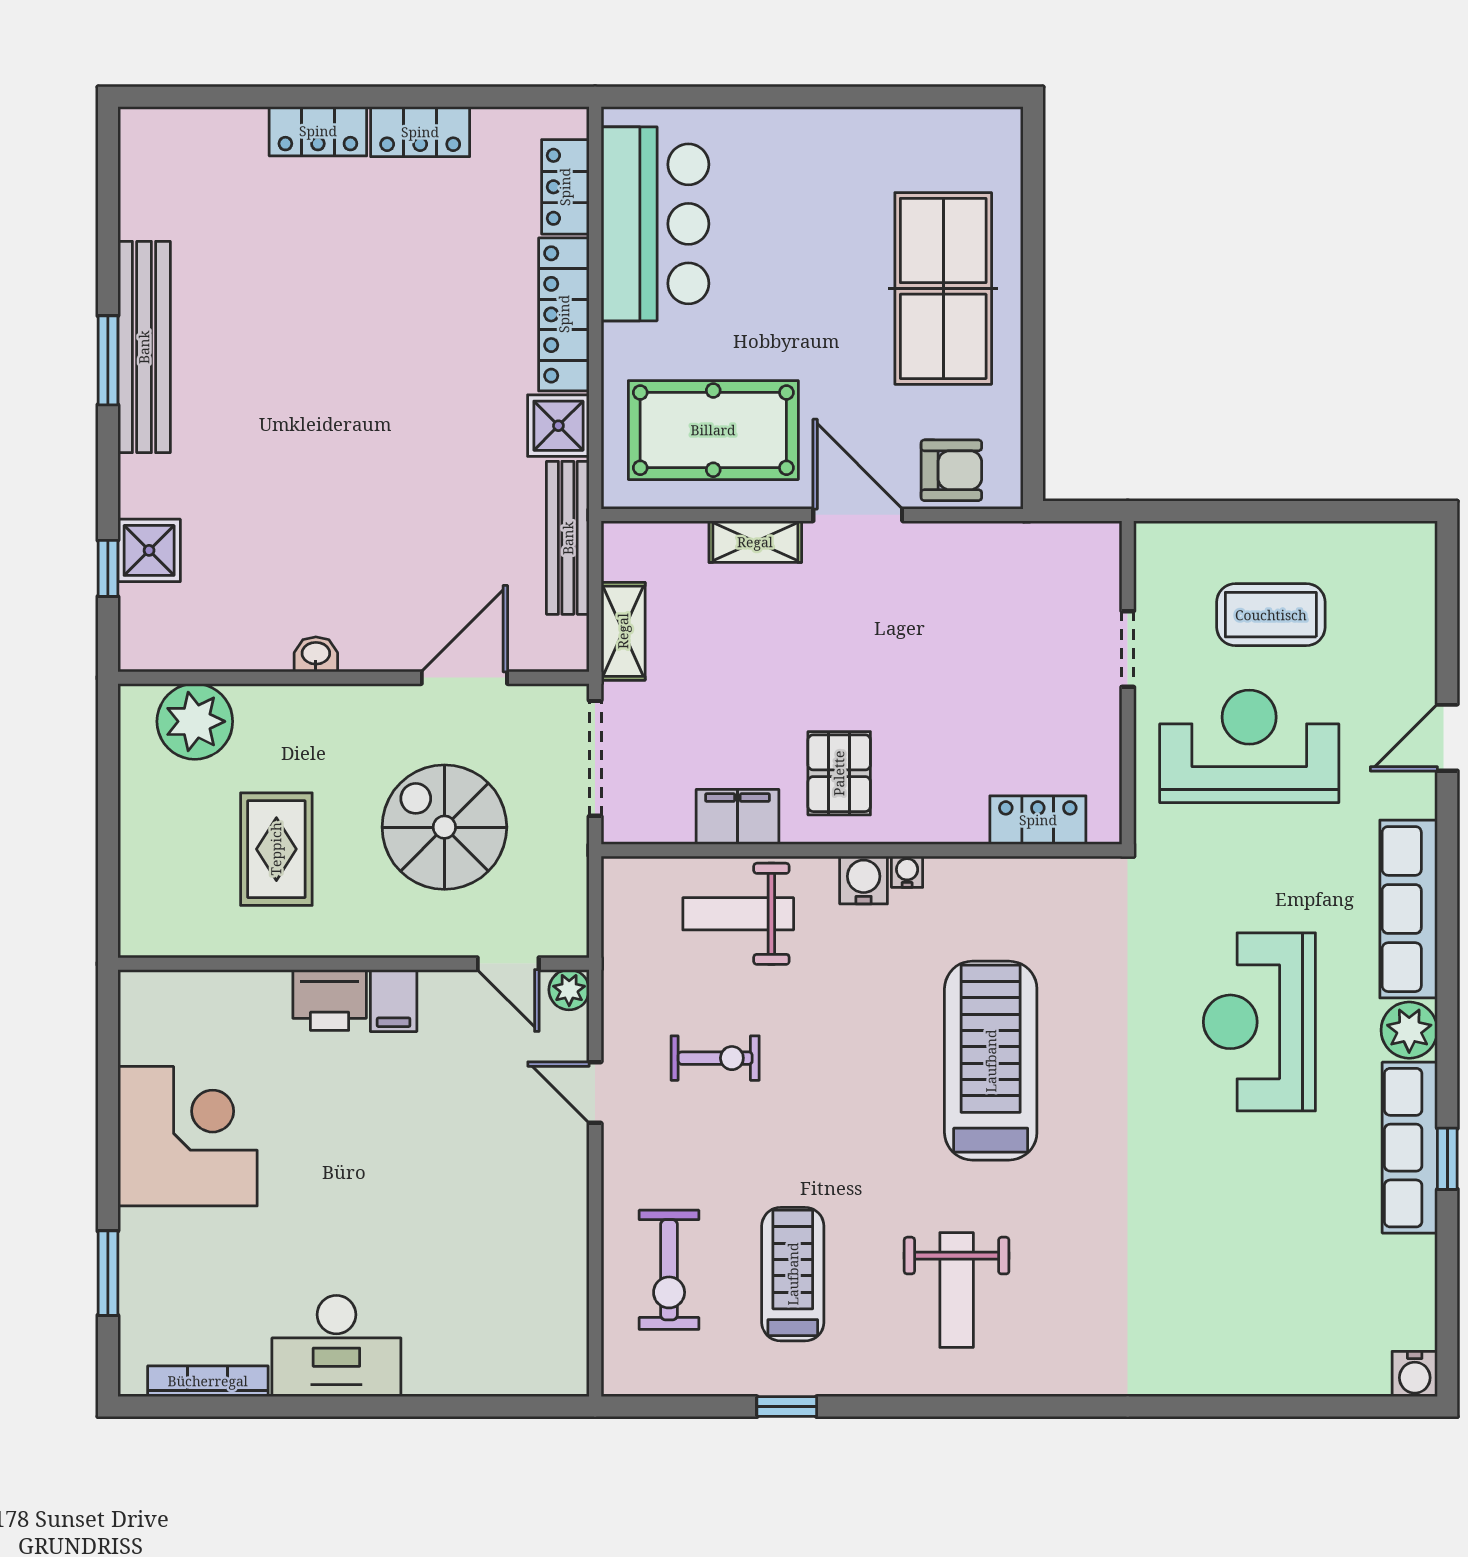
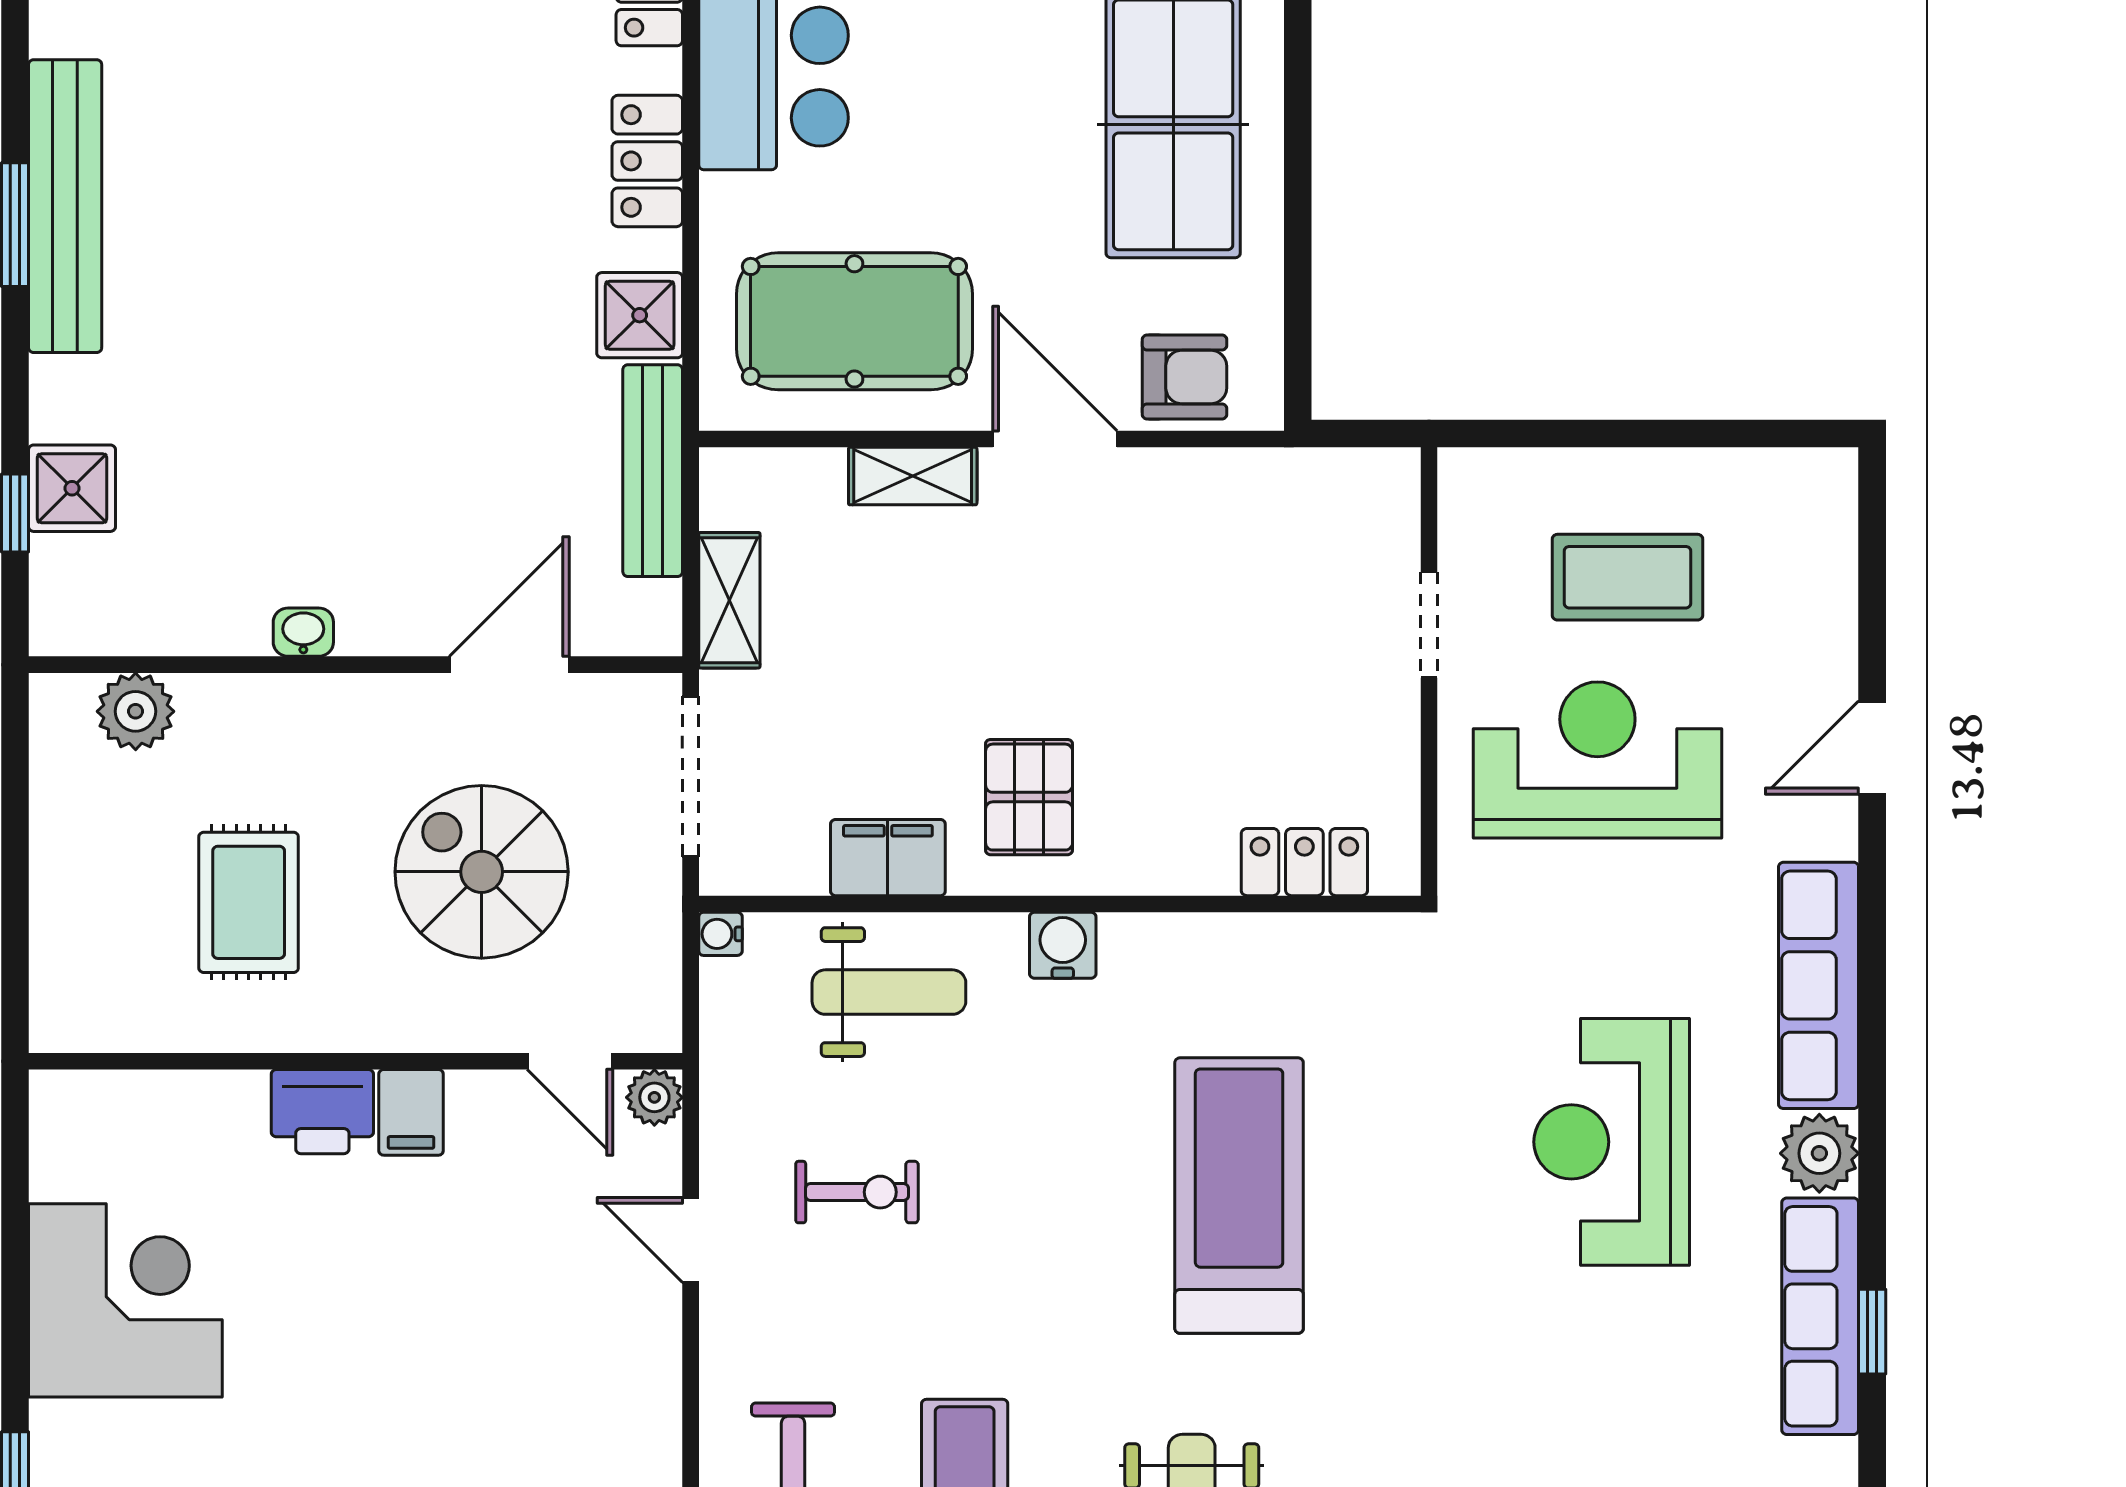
locker: (564, 314) -> (647, 161), width x0.66
plant: (195, 721) -> (136, 711), width x0.73, depth x0.73
water cooler: (907, 872) -> (720, 934), moved, turned -90
weight bench: (738, 914) -> (889, 992), turned 180

